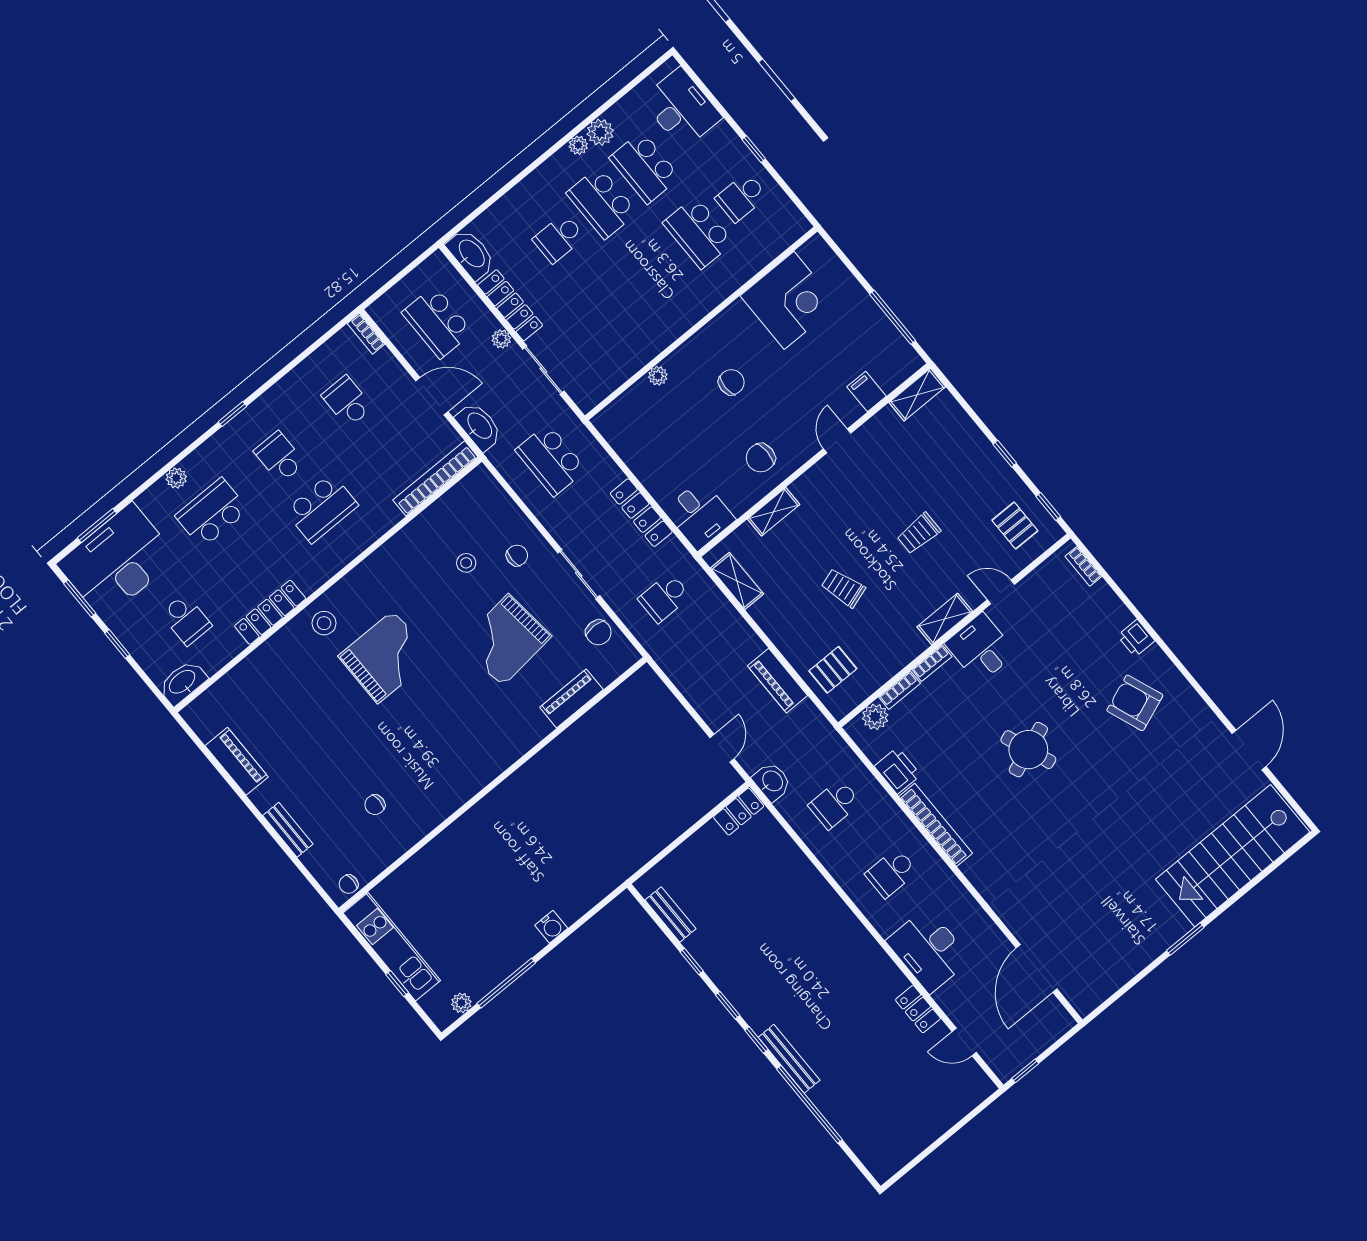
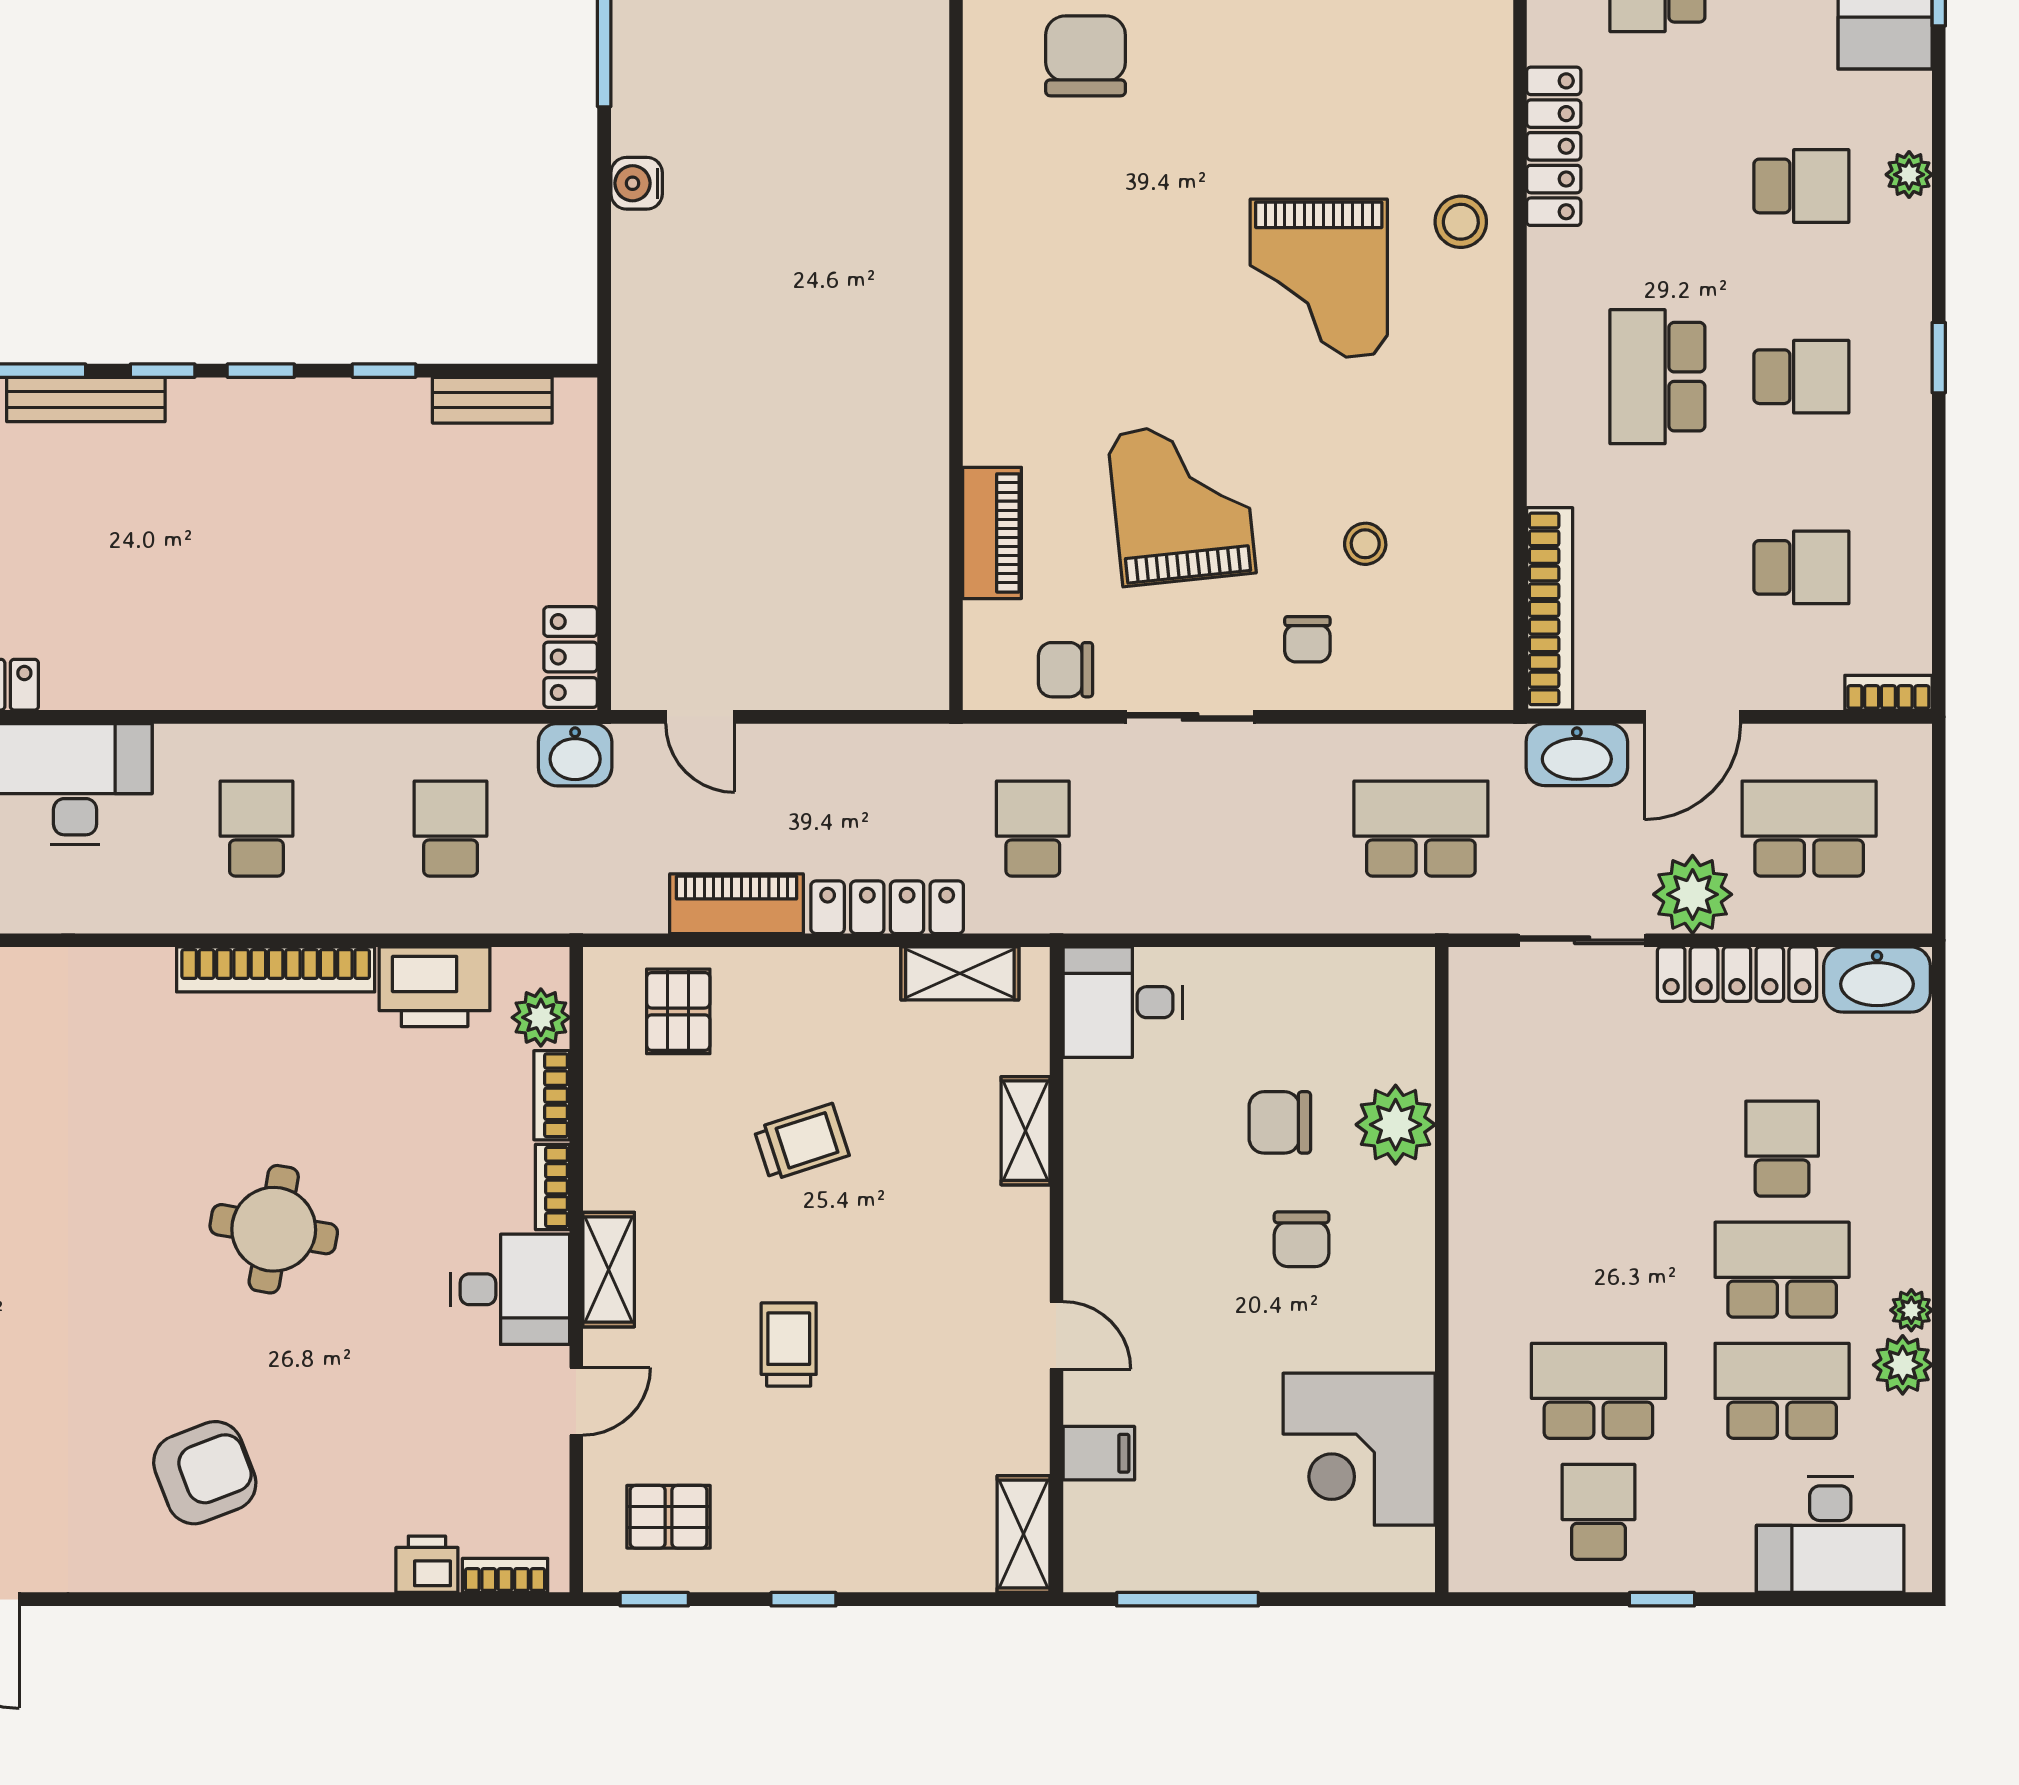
plant: (501, 339) -> (1693, 894), width x1.87, depth x1.87
plant: (658, 376) -> (1396, 1125), width x1.88, depth x1.88
chair: (761, 458) -> (1280, 1122), moved, turned -90
school desk: (212, 513) -> (1801, 186), width x0.54
locker: (641, 513) -> (887, 907), moved
printer: (1136, 638) -> (427, 1564), moved
round table: (1028, 750) -> (274, 1229), turned 31
printer: (897, 771) -> (435, 987), width x1.37, depth x1.19
chair: (375, 805) -> (1086, 56), width x1.87, depth x1.87

